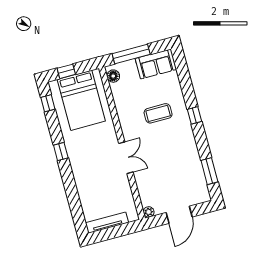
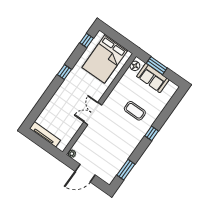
window: (131, 54) -> (157, 66), width x0.69
sofa: (156, 64) -> (153, 78), moved
window: (66, 71) -> (115, 36), removed
double door: (126, 158) -> (93, 114), swing flipped

